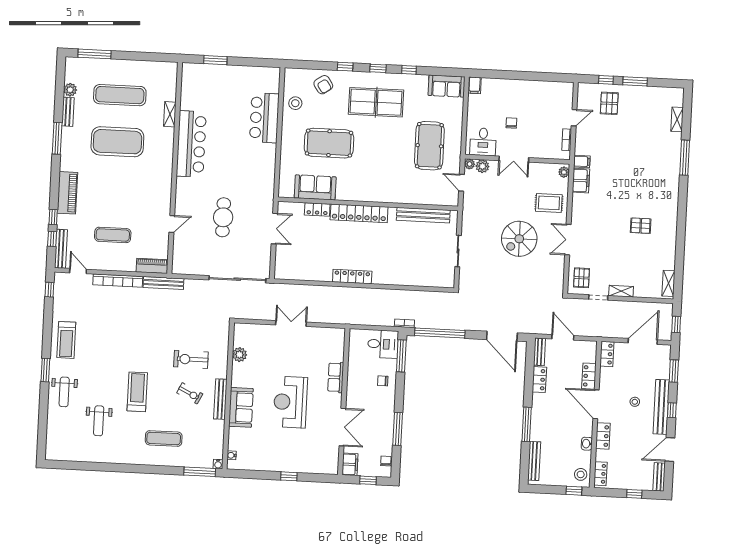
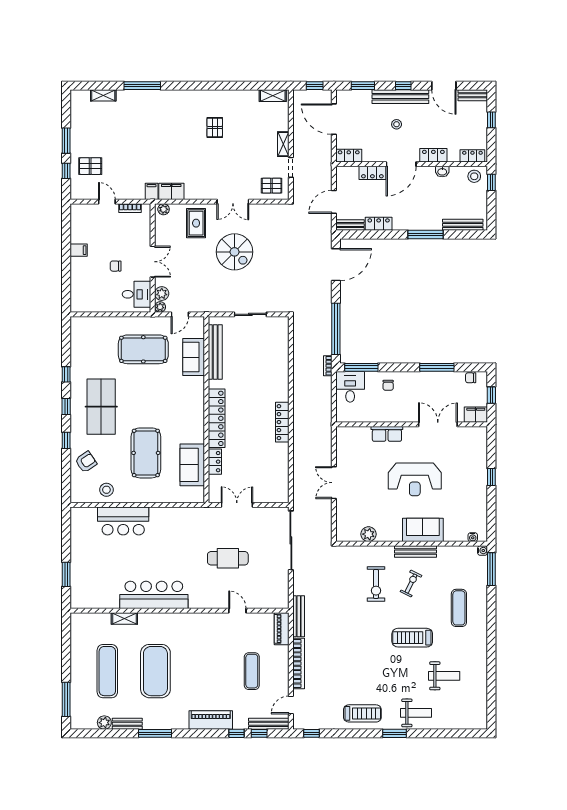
filing cabinet: (475, 85) -> (79, 250), moved
sofa: (446, 86) -> (194, 357), moved, turned 180

